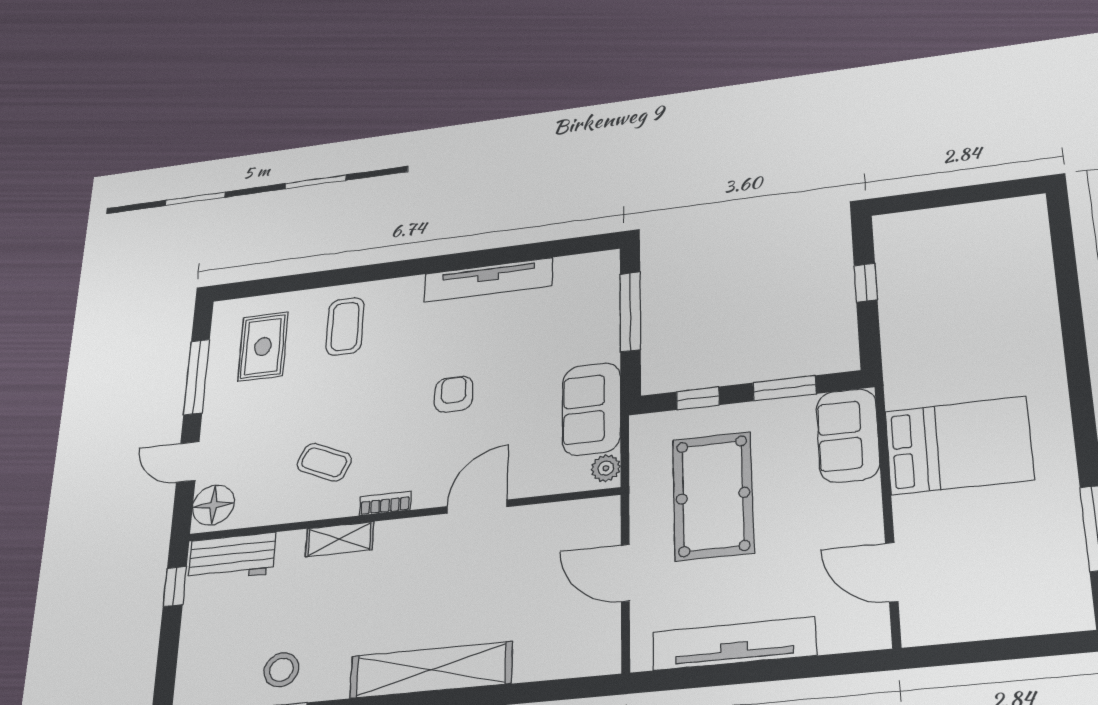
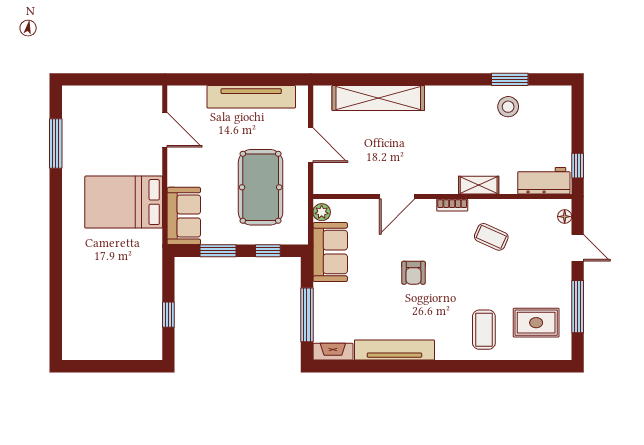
fireplace: (587, 265) -> (333, 352), added
rug: (263, 346) -> (536, 323), turned 90
floor lamp: (213, 505) -> (565, 217), width x0.53, depth x0.53
shelving: (431, 670) -> (378, 98), moved

